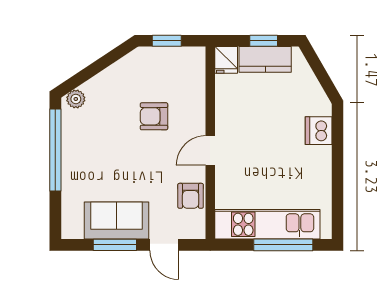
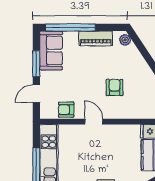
piano: (73, 147) -> (96, 38), added
window: (55, 150) -> (70, 27), moved
sofa: (116, 221) -> (51, 50), moved

